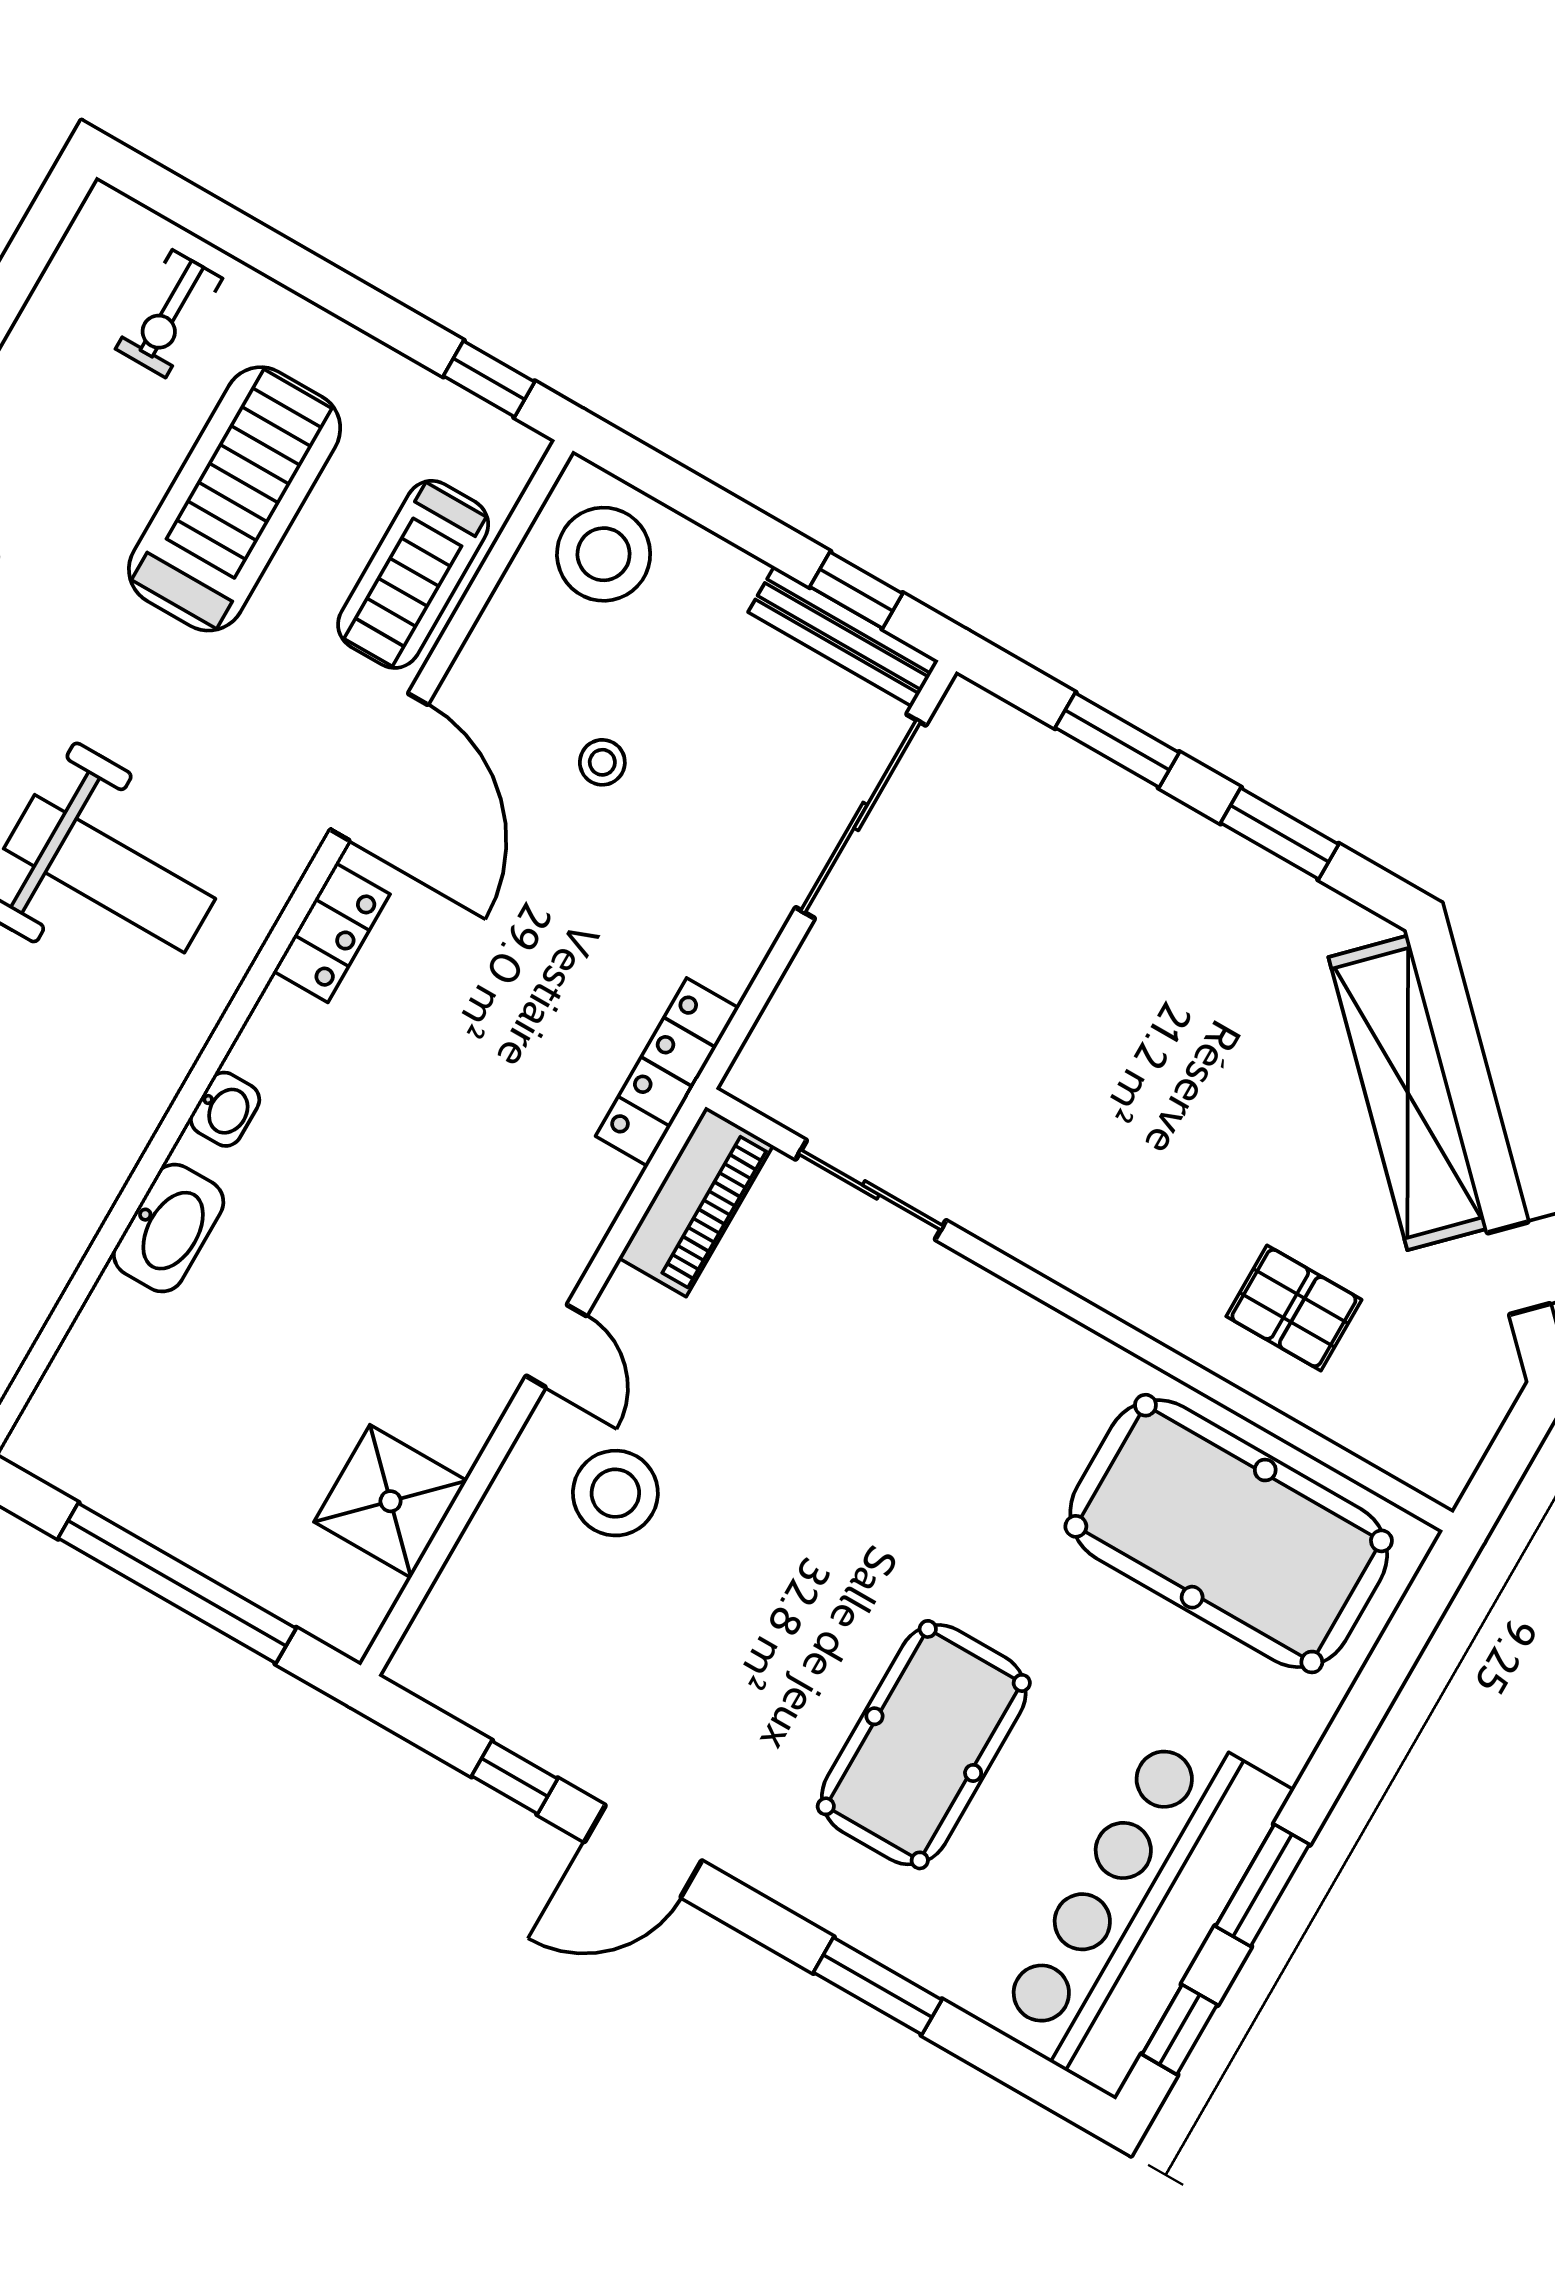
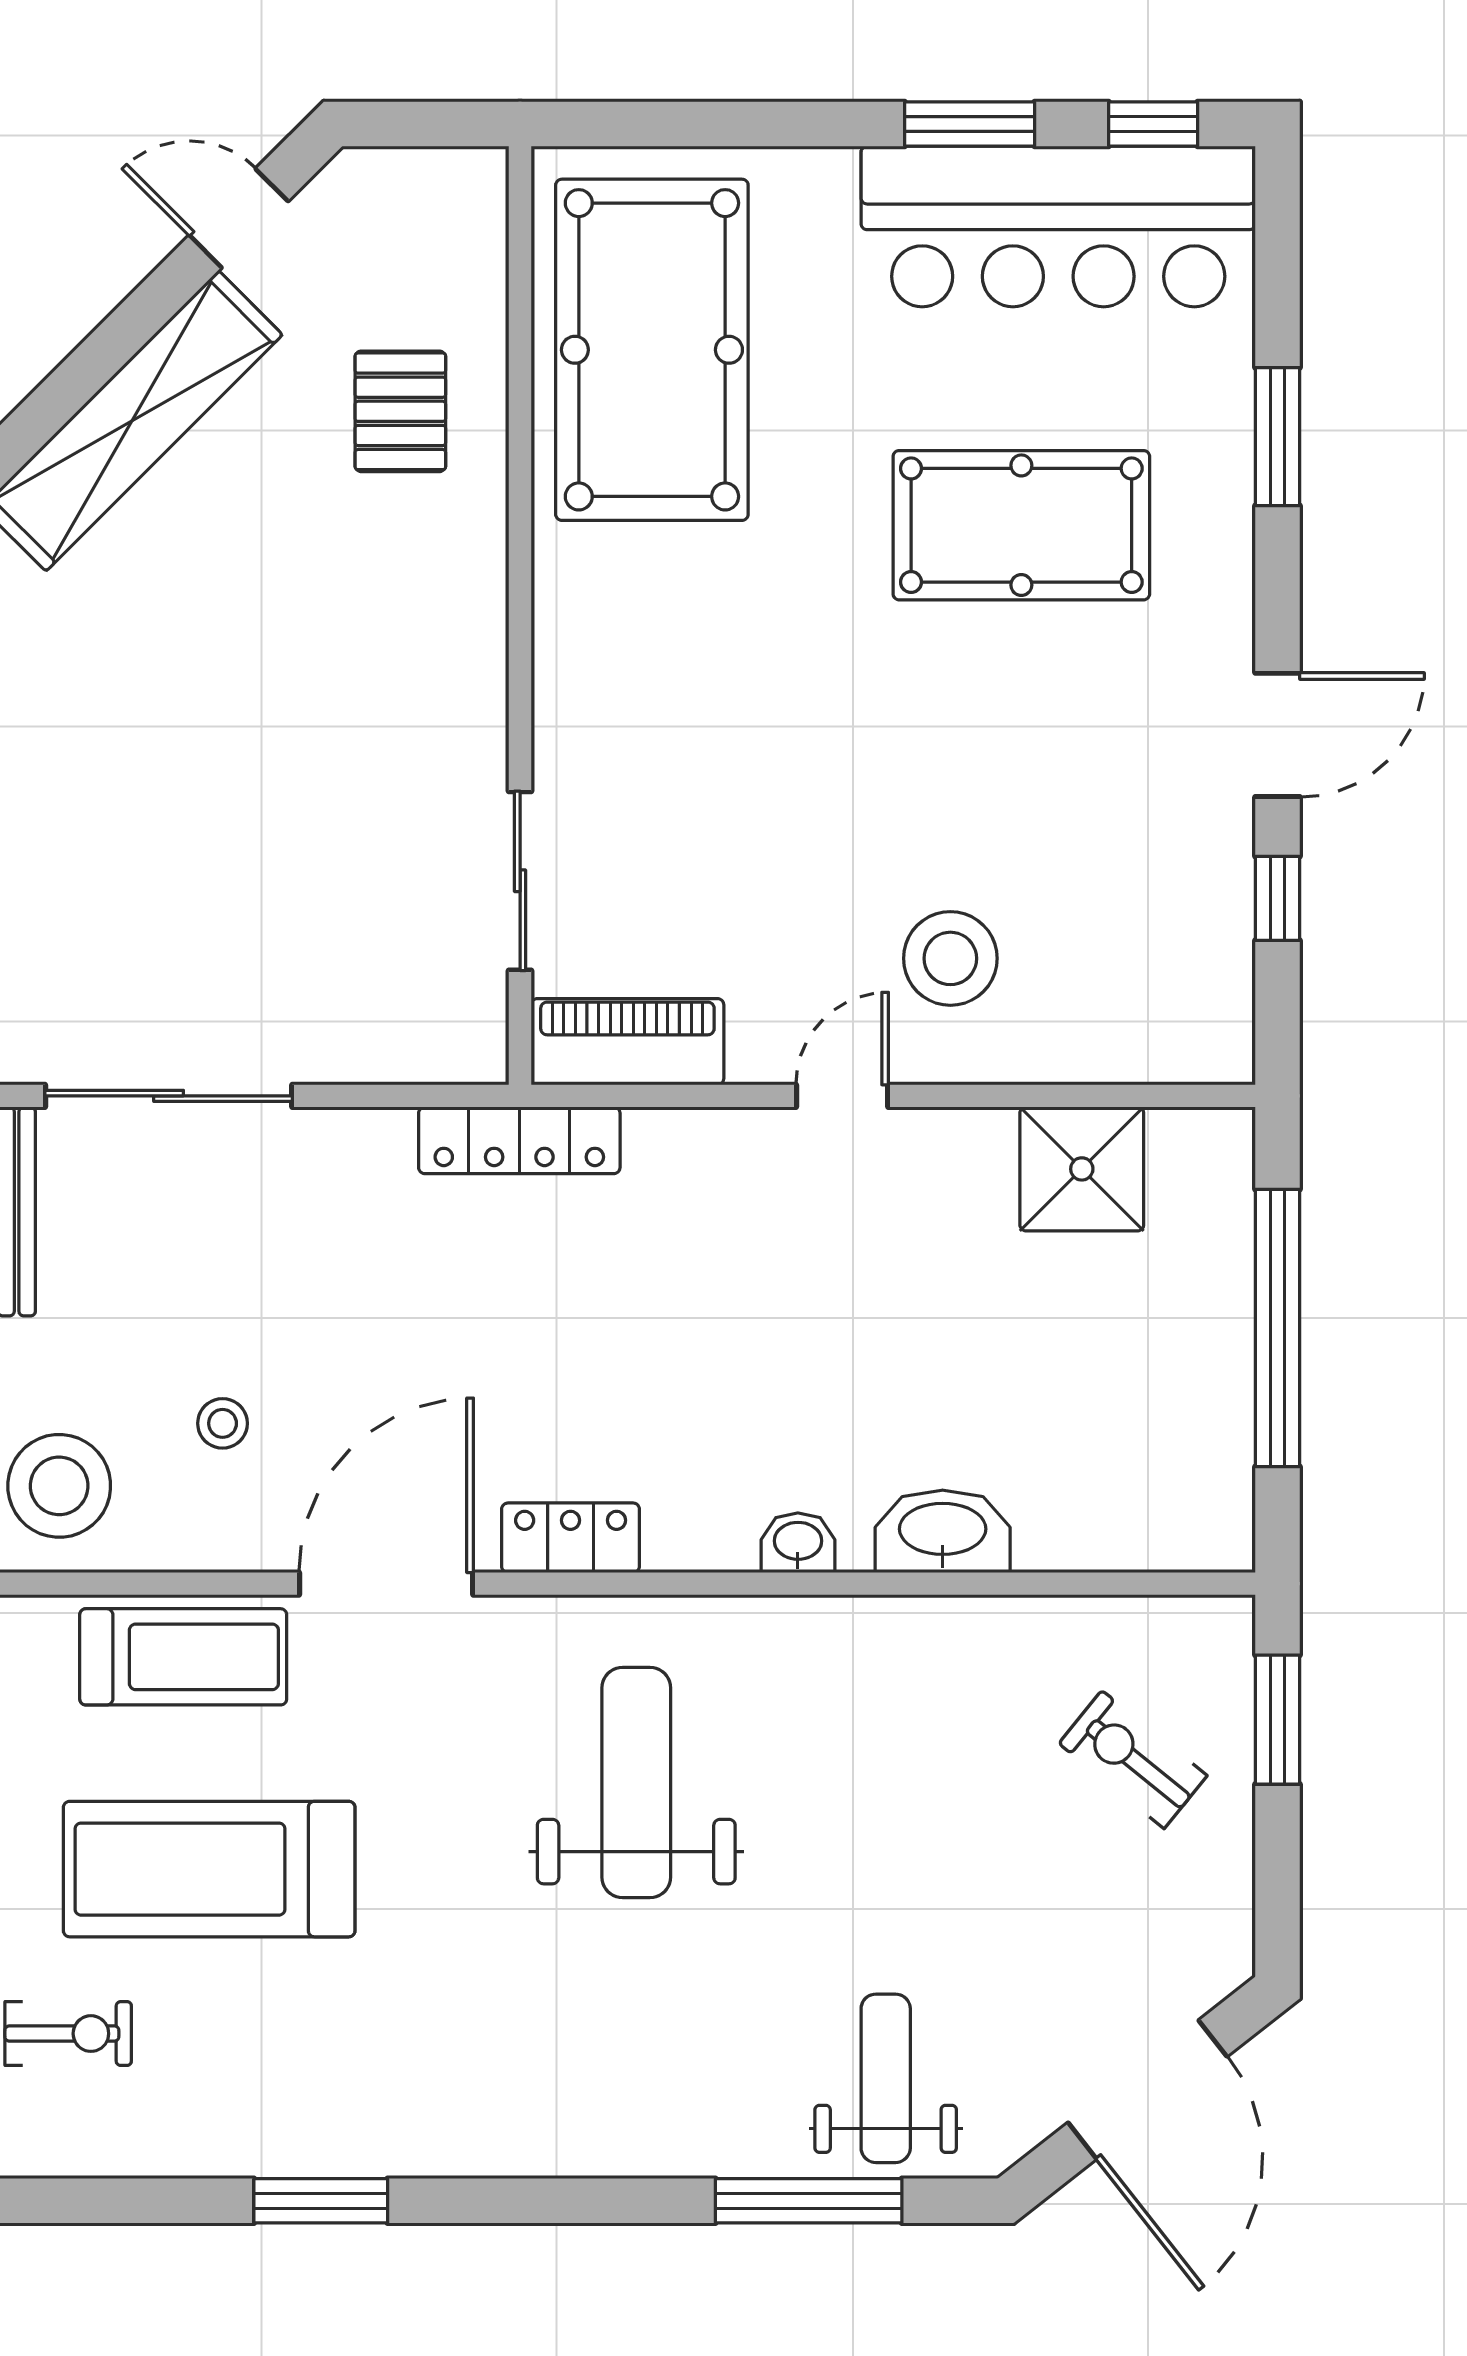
stool: (602, 762) -> (223, 1423), moved
door: (643, 1851) -> (1278, 735), hinge flipped

